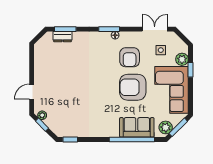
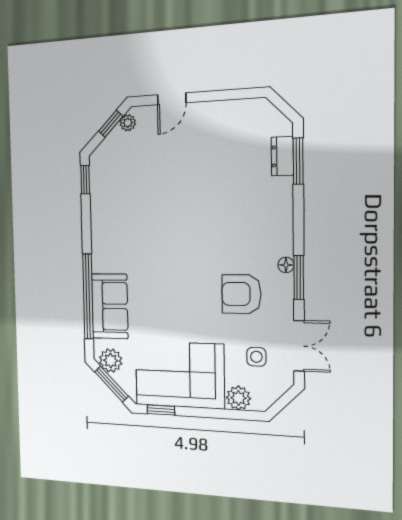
window: (109, 29) -> (299, 277), moved
window: (191, 70) -> (161, 410), moved
armchair: (133, 87) -> (183, 300), removed
door: (32, 92) -> (172, 99), swing flipped

